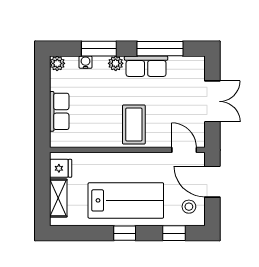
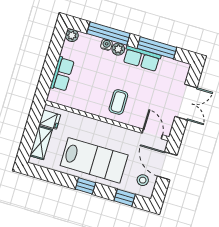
window: (99, 49) -> (108, 34), width x1.44
water cooler: (86, 62) -> (106, 45), moved
coffee table: (134, 125) -> (118, 102), width x0.73, depth x0.77

